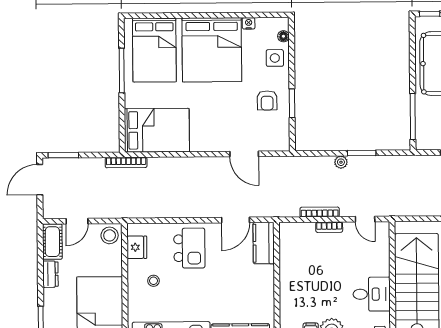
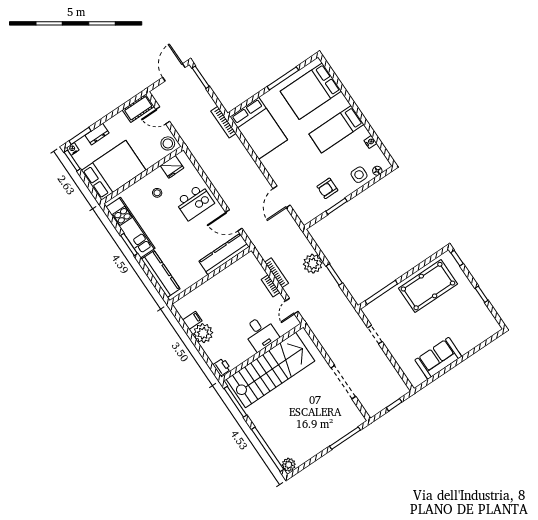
bed: (212, 50) -> (336, 129), width x0.49
plant: (341, 162) -> (313, 264), width x1.87, depth x1.87
door: (40, 180) -> (174, 72), hinge flipped
kitchen counter: (264, 243) -> (224, 254), width x1.50
dresser: (50, 274) -> (97, 134), moved
desk: (372, 294) -> (261, 333), moved

